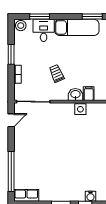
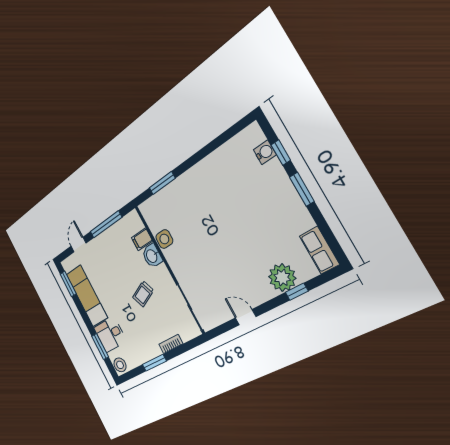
door: (11, 120) -> (246, 317), moved
plant: (22, 168) -> (282, 278), added
window: (11, 172) -> (297, 292), width x0.32

